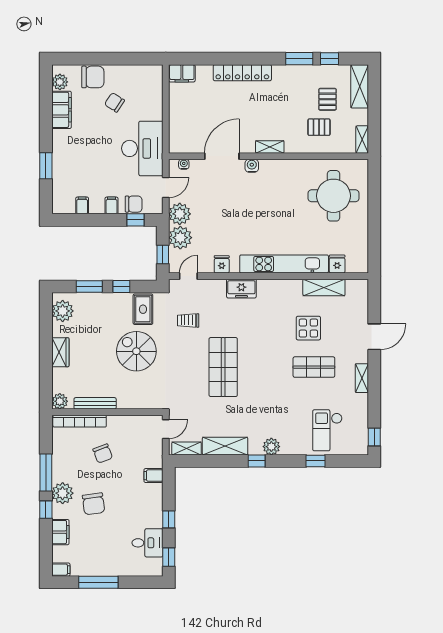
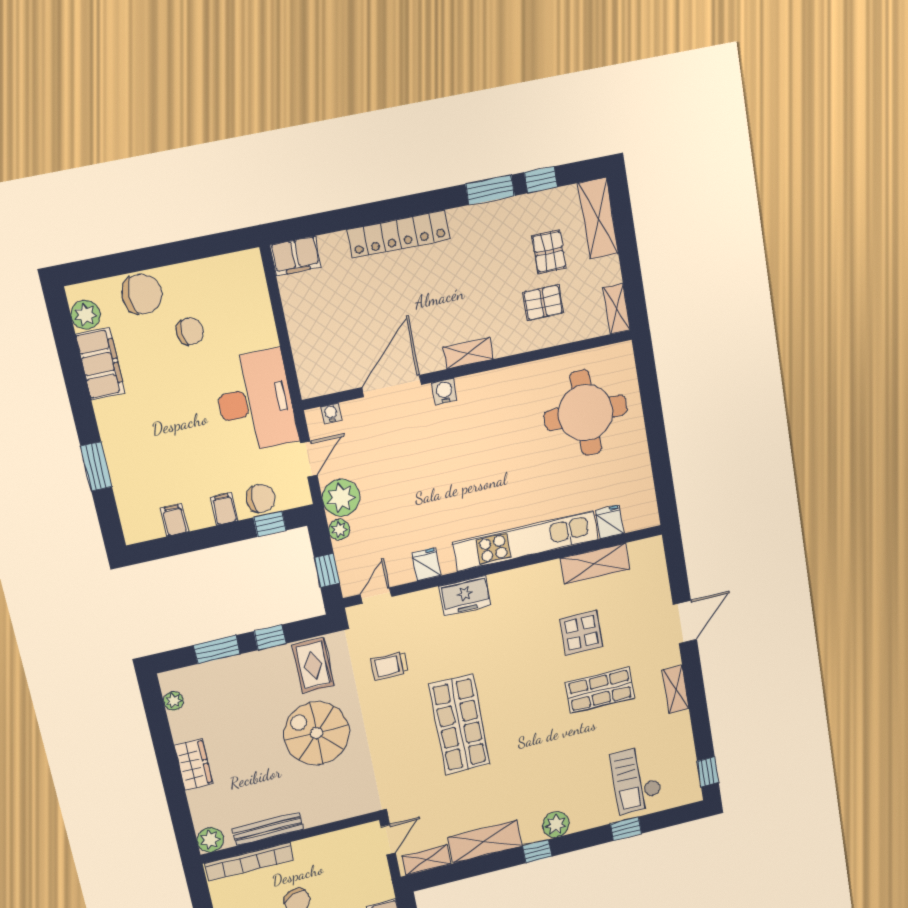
chair: (114, 102) -> (190, 331), turned 142
plant: (180, 238) -> (339, 530), width x0.53, depth x0.53
plant: (63, 311) -> (173, 701), width x0.53, depth x0.53

